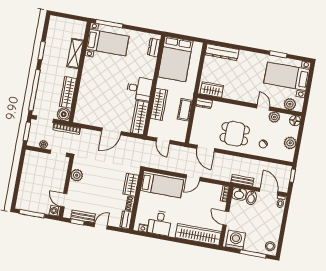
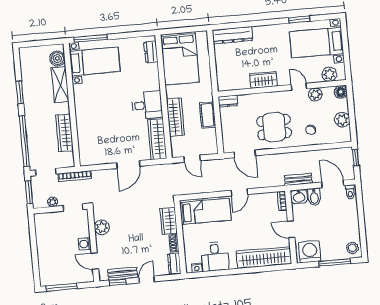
wardrobe: (212, 90) -> (263, 80), moved
boiler: (64, 114) -> (57, 58), moved
washing machine: (55, 211) -> (85, 244), moved

